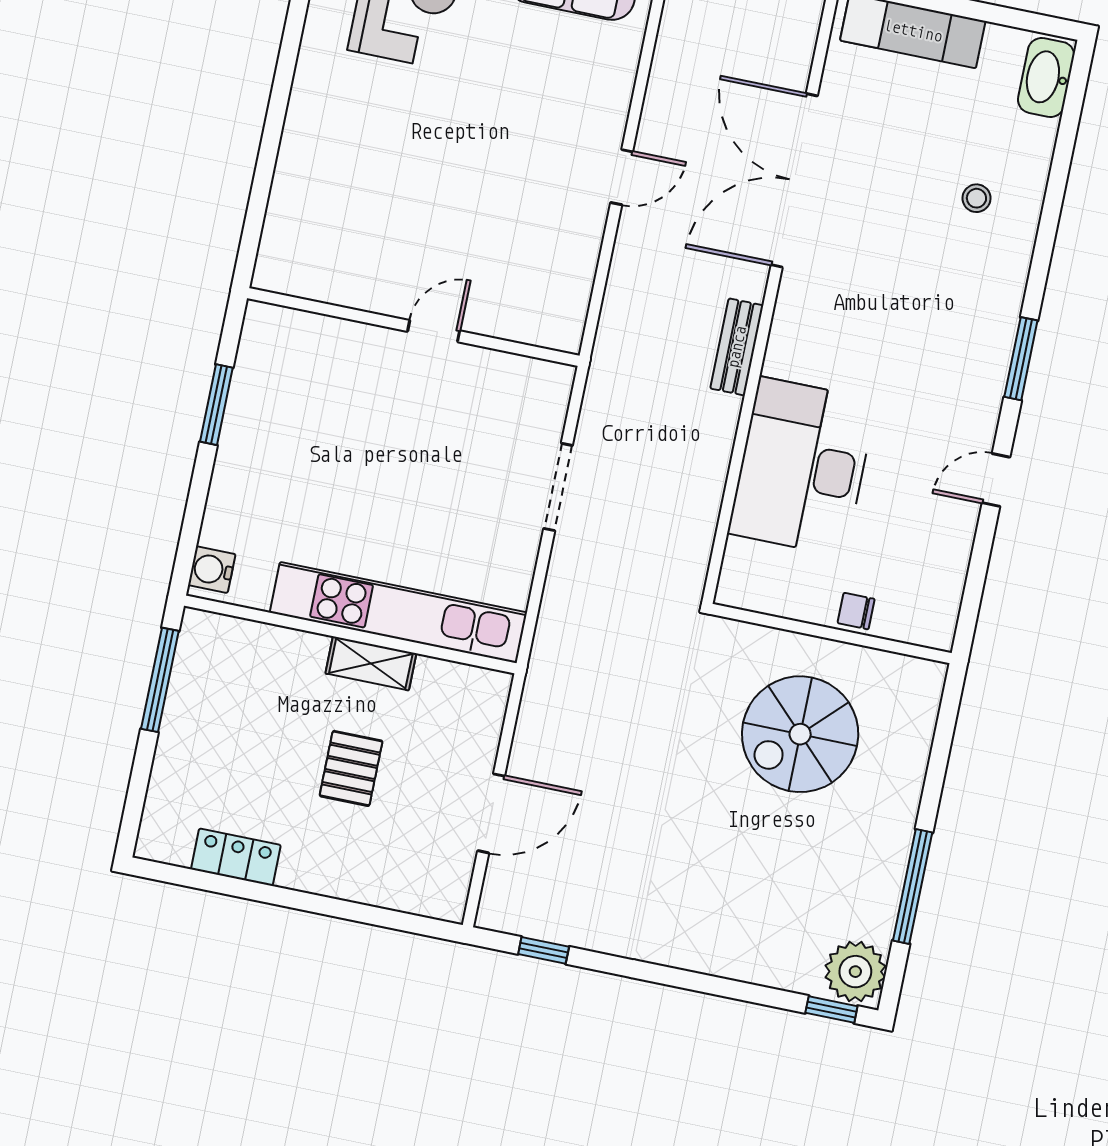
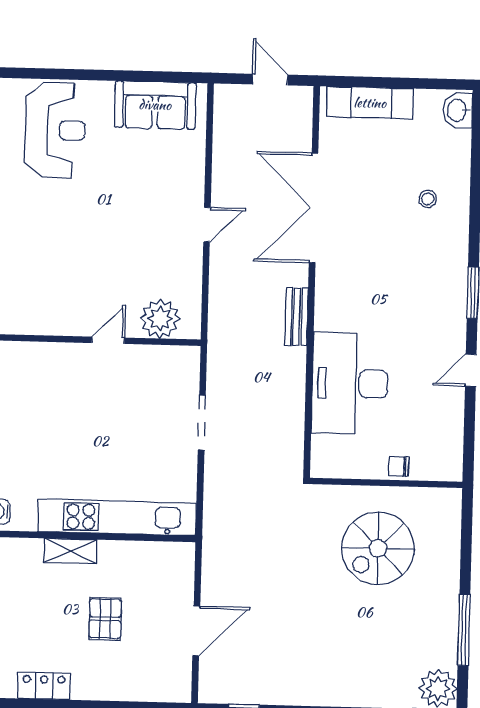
washbasin: (1046, 77) -> (458, 110), width x0.72
plant: (522, 312) -> (160, 319), added
shelving: (371, 663) -> (70, 551), moved

